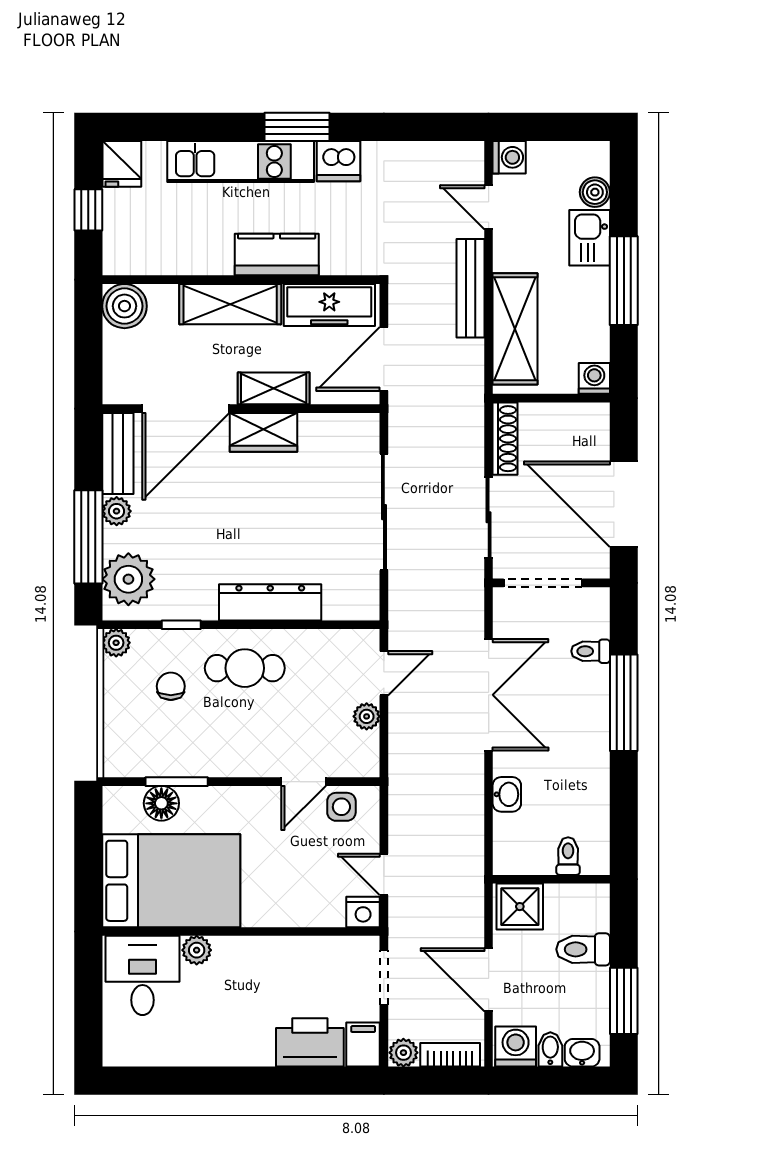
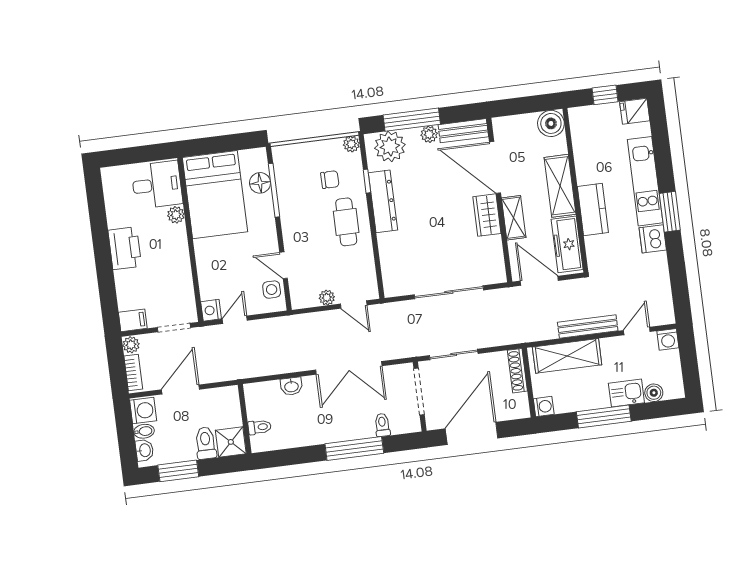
shoe rack: (505, 439) -> (517, 371), moved, turned 90
dresser: (270, 602) -> (383, 201), moved
window: (177, 782) -> (274, 190), width x1.44
shower: (520, 907) -> (231, 442), moved
printer: (310, 1042) -> (125, 248), moved

